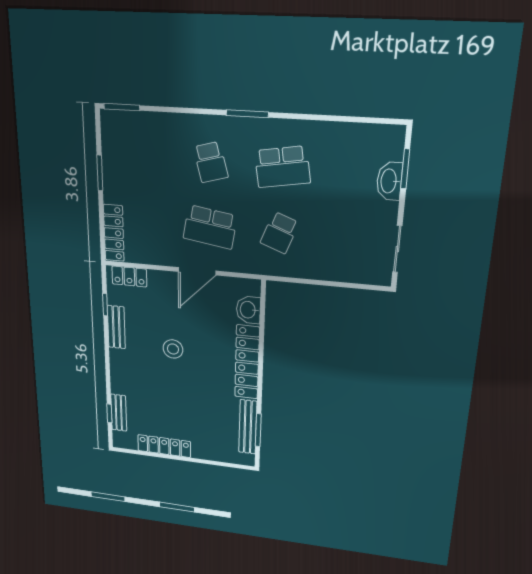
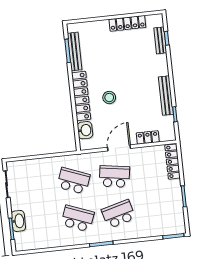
school desk: (211, 162) -> (118, 214), width x1.85
school desk: (282, 167) -> (78, 219), turned 30
school desk: (280, 233) -> (74, 181), width x1.85
locker: (129, 276) -> (148, 137), moved
bench: (116, 327) -> (166, 96), width x1.36
stool: (173, 349) -> (109, 98), moved

